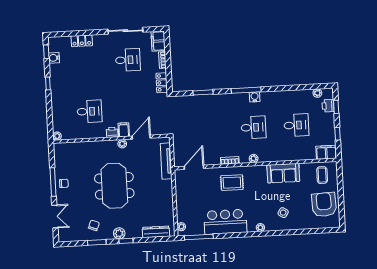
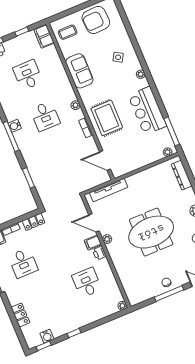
desk: (128, 60) -> (23, 263), turned 180
desk: (253, 127) -> (45, 116), turned 180
rug: (232, 183) -> (107, 118), width x1.36, depth x1.43

